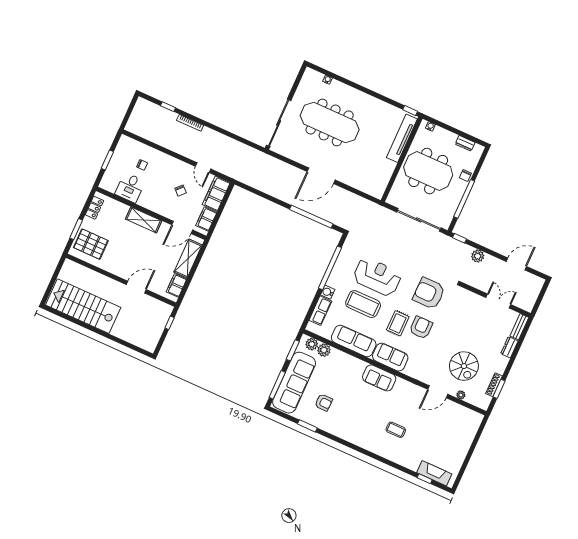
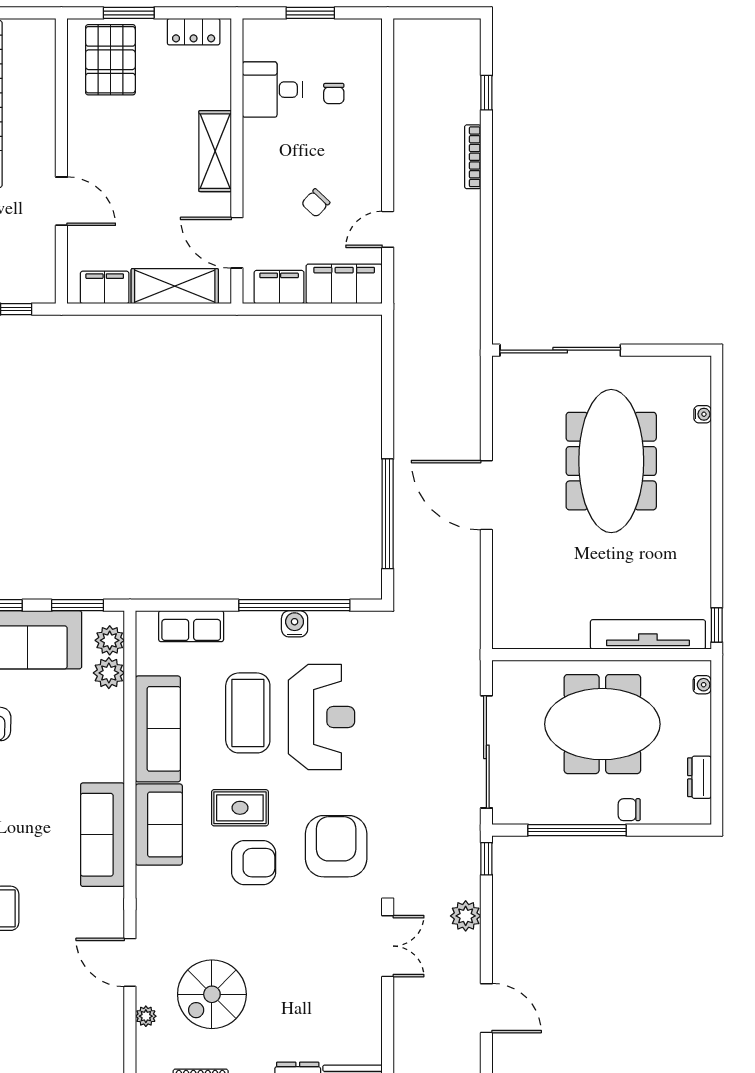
meeting table: (428, 171) -> (602, 724), turned 90
water cooler: (328, 292) -> (295, 624), moved
double door: (498, 301) -> (388, 946), moved
sofa: (379, 378) -> (102, 835), width x1.36

